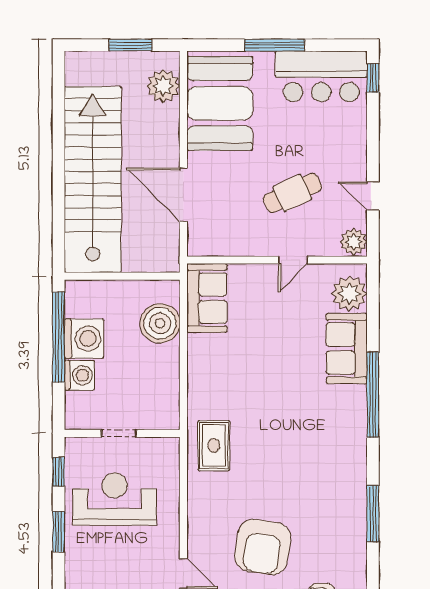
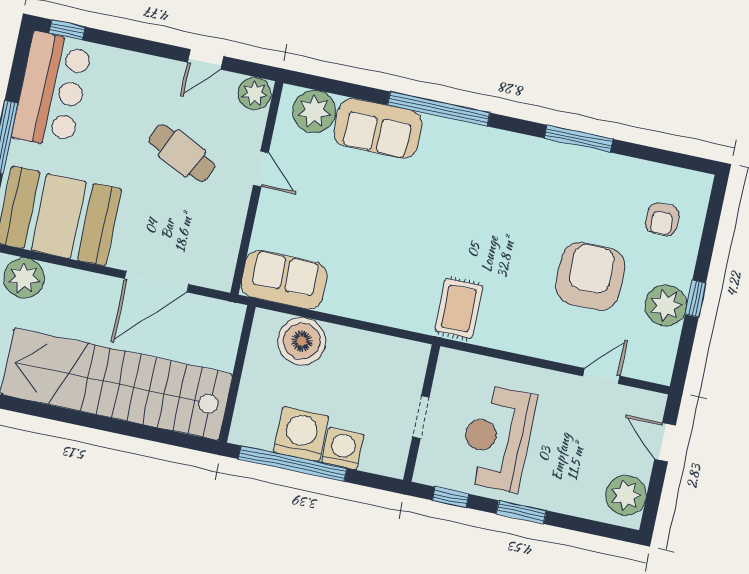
cafe table: (292, 193) -> (182, 153), turned -39
rug: (214, 446) -> (459, 308), turned 90
armchair: (263, 547) -> (590, 276), turned -99

